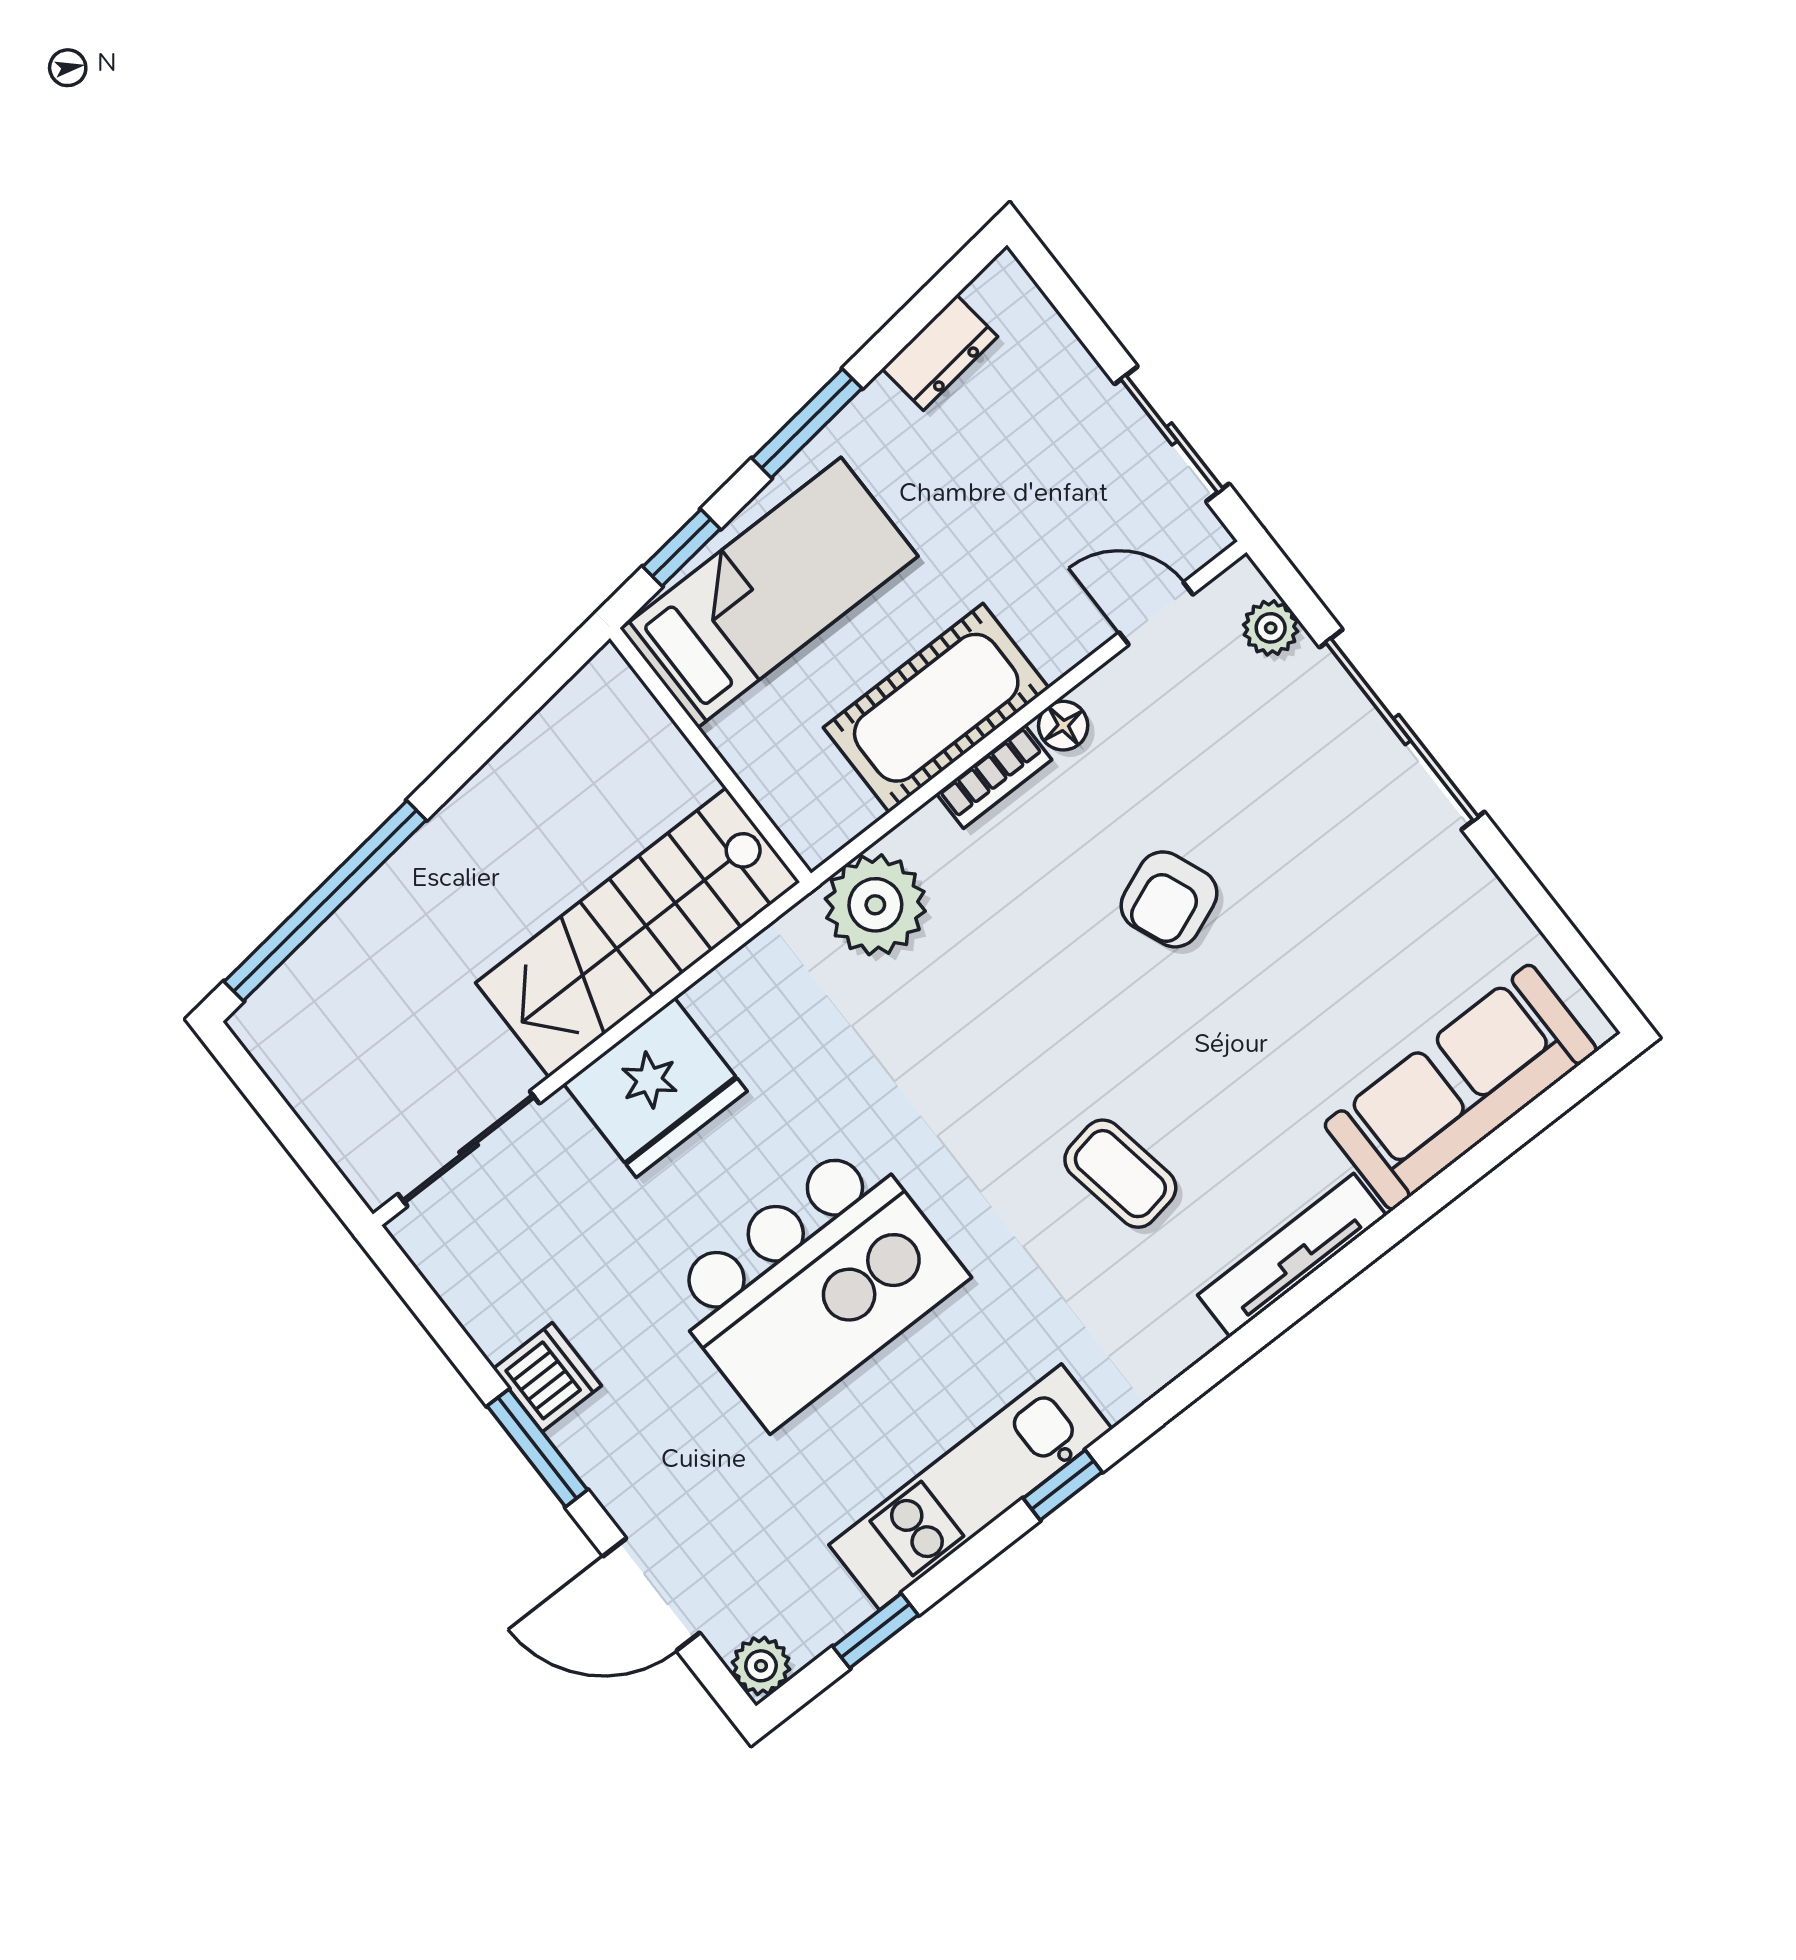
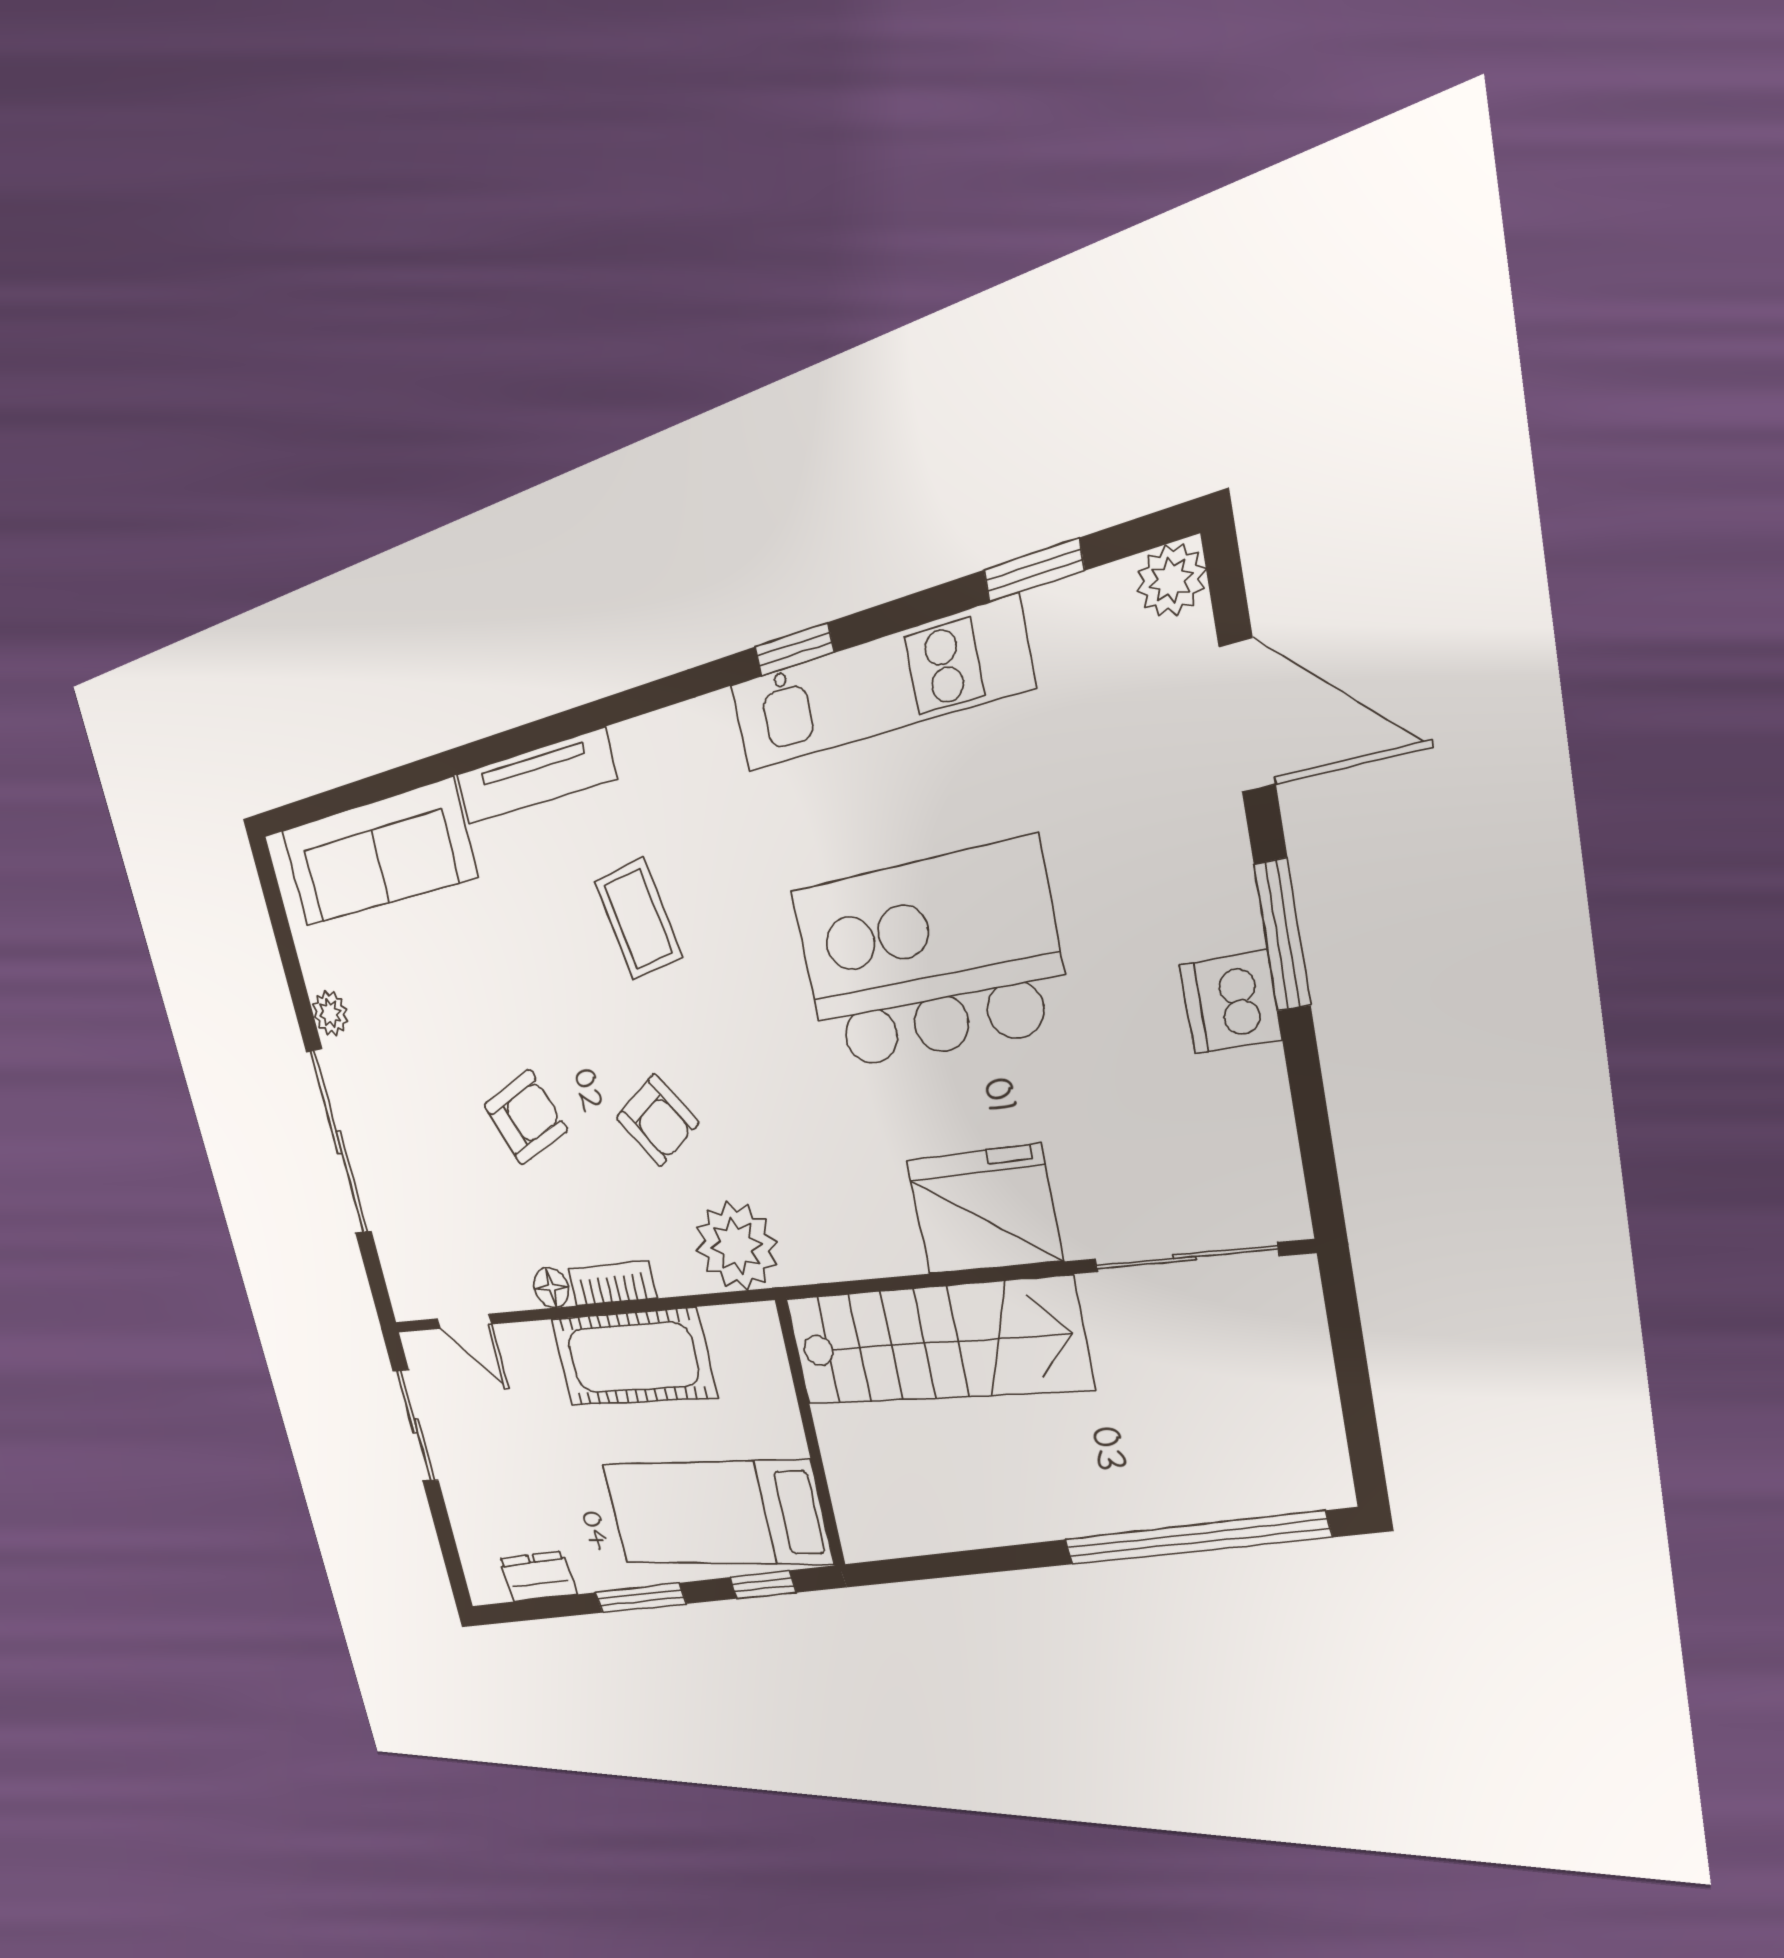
plant: (1271, 628) -> (330, 1013), moved
armchair: (1016, 984) -> (657, 1120), added

